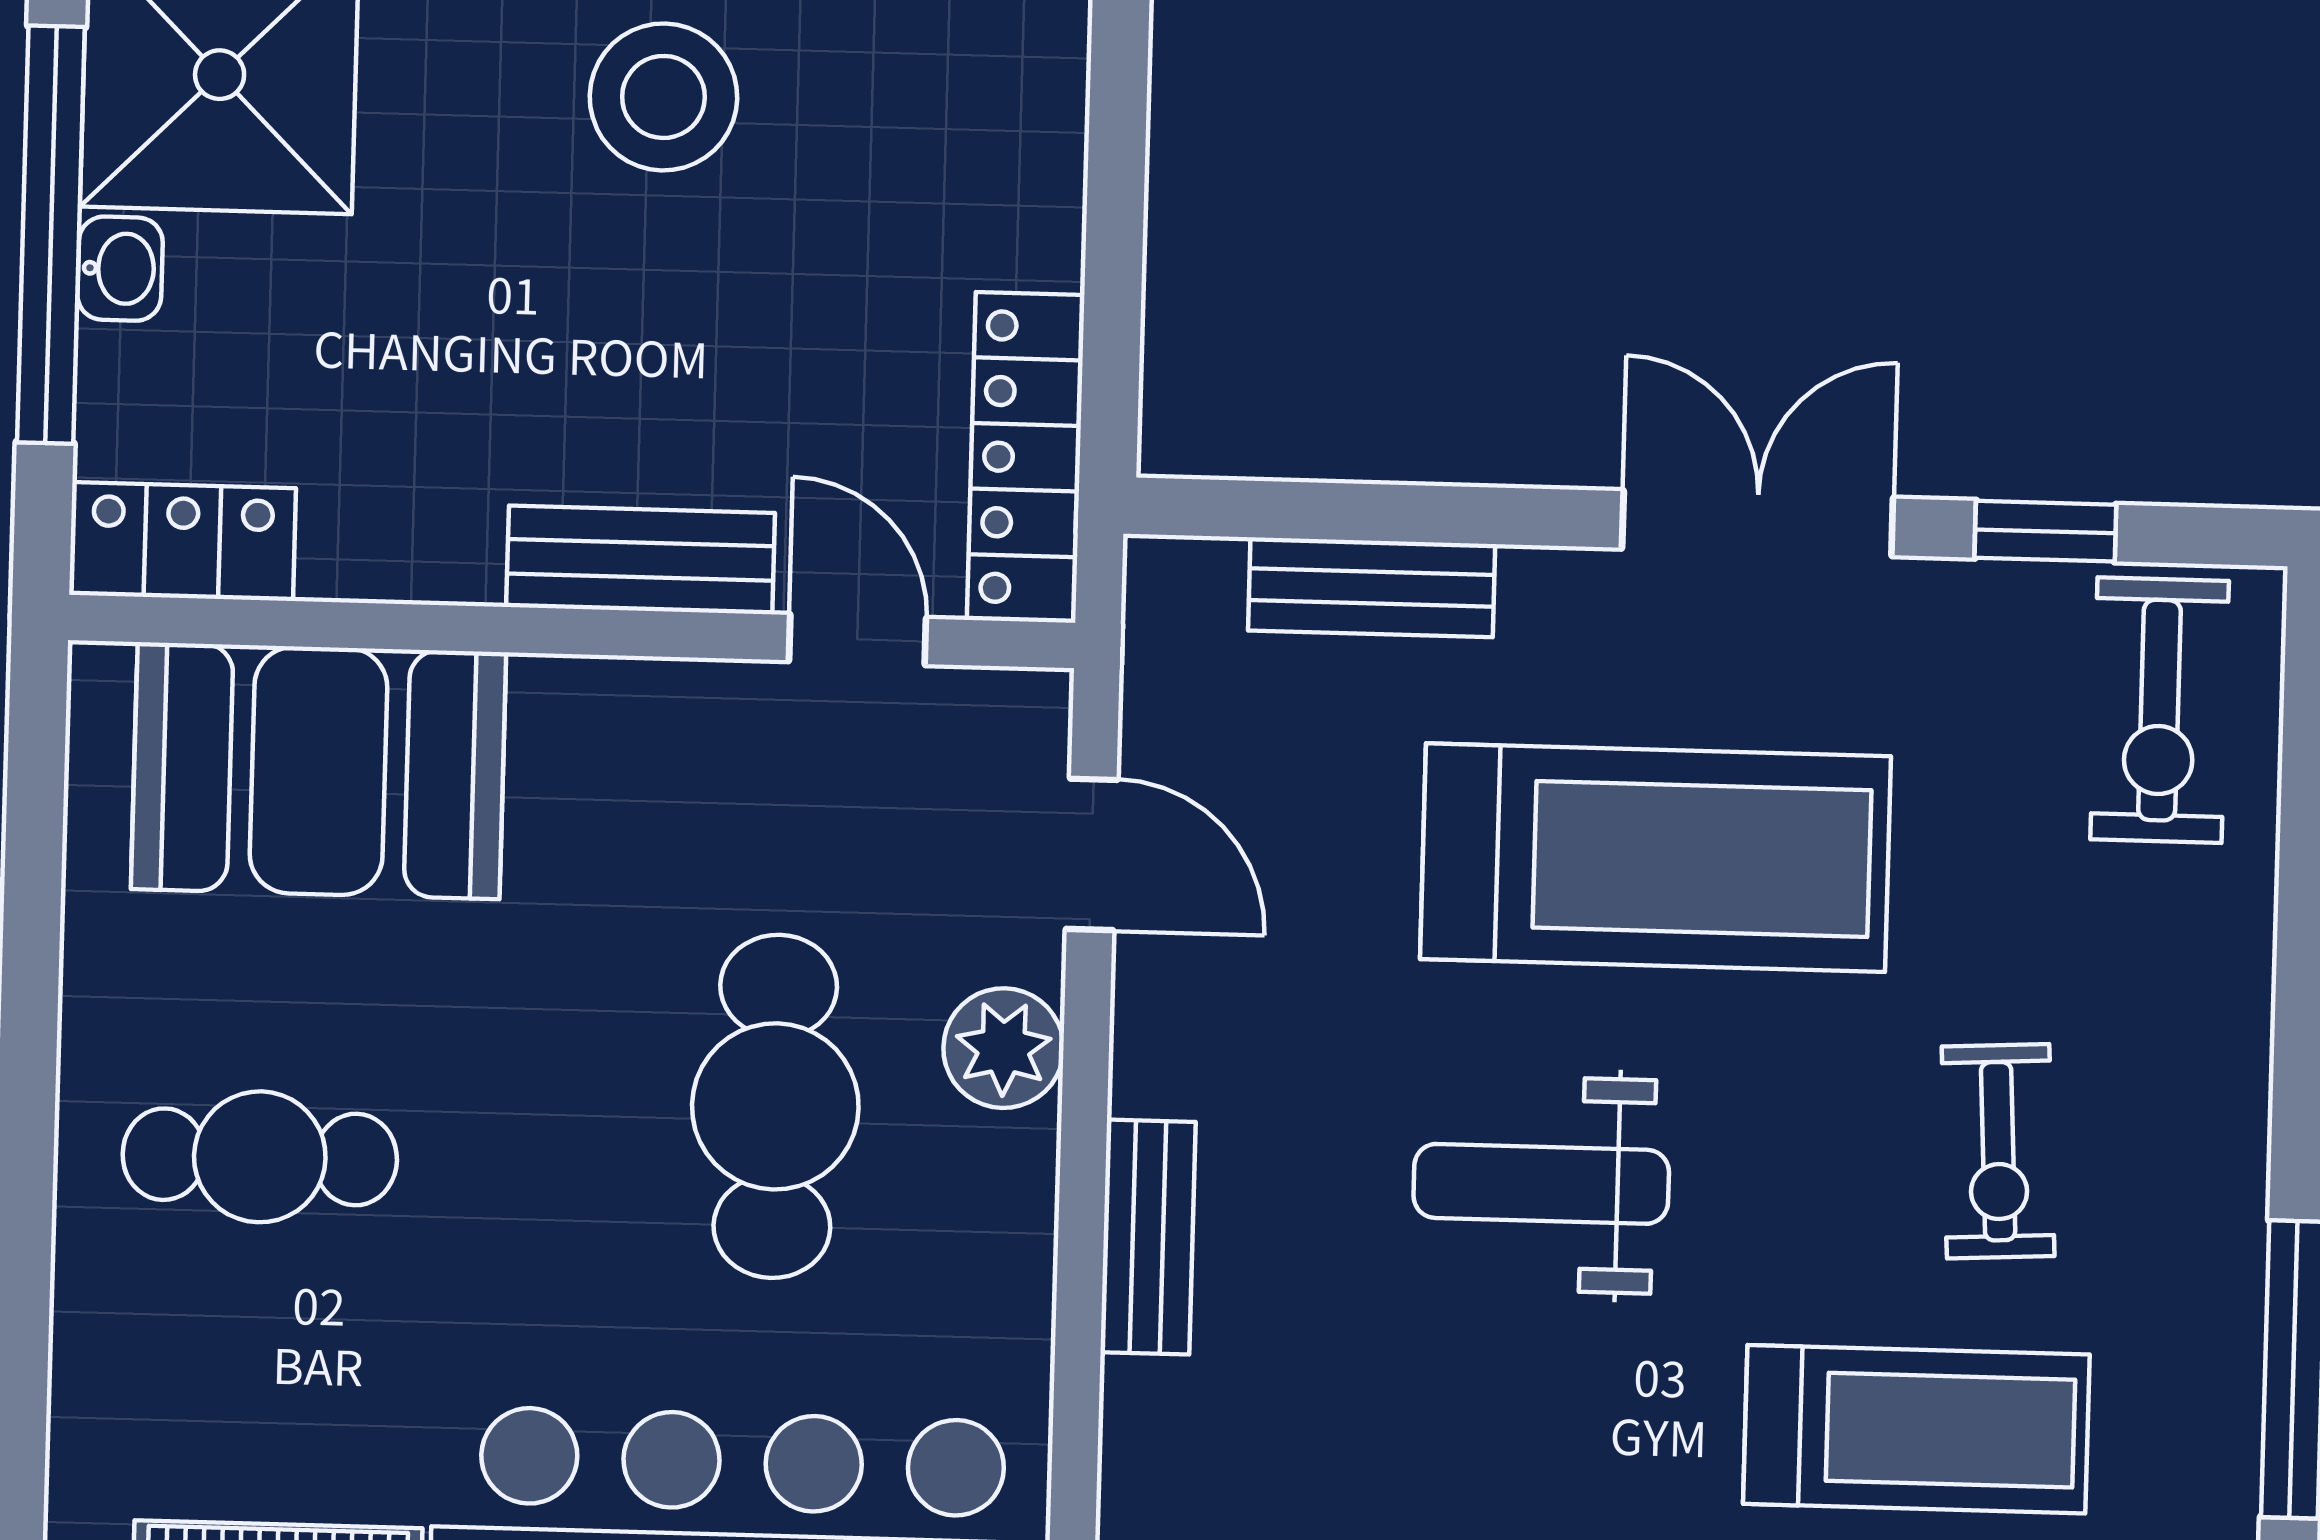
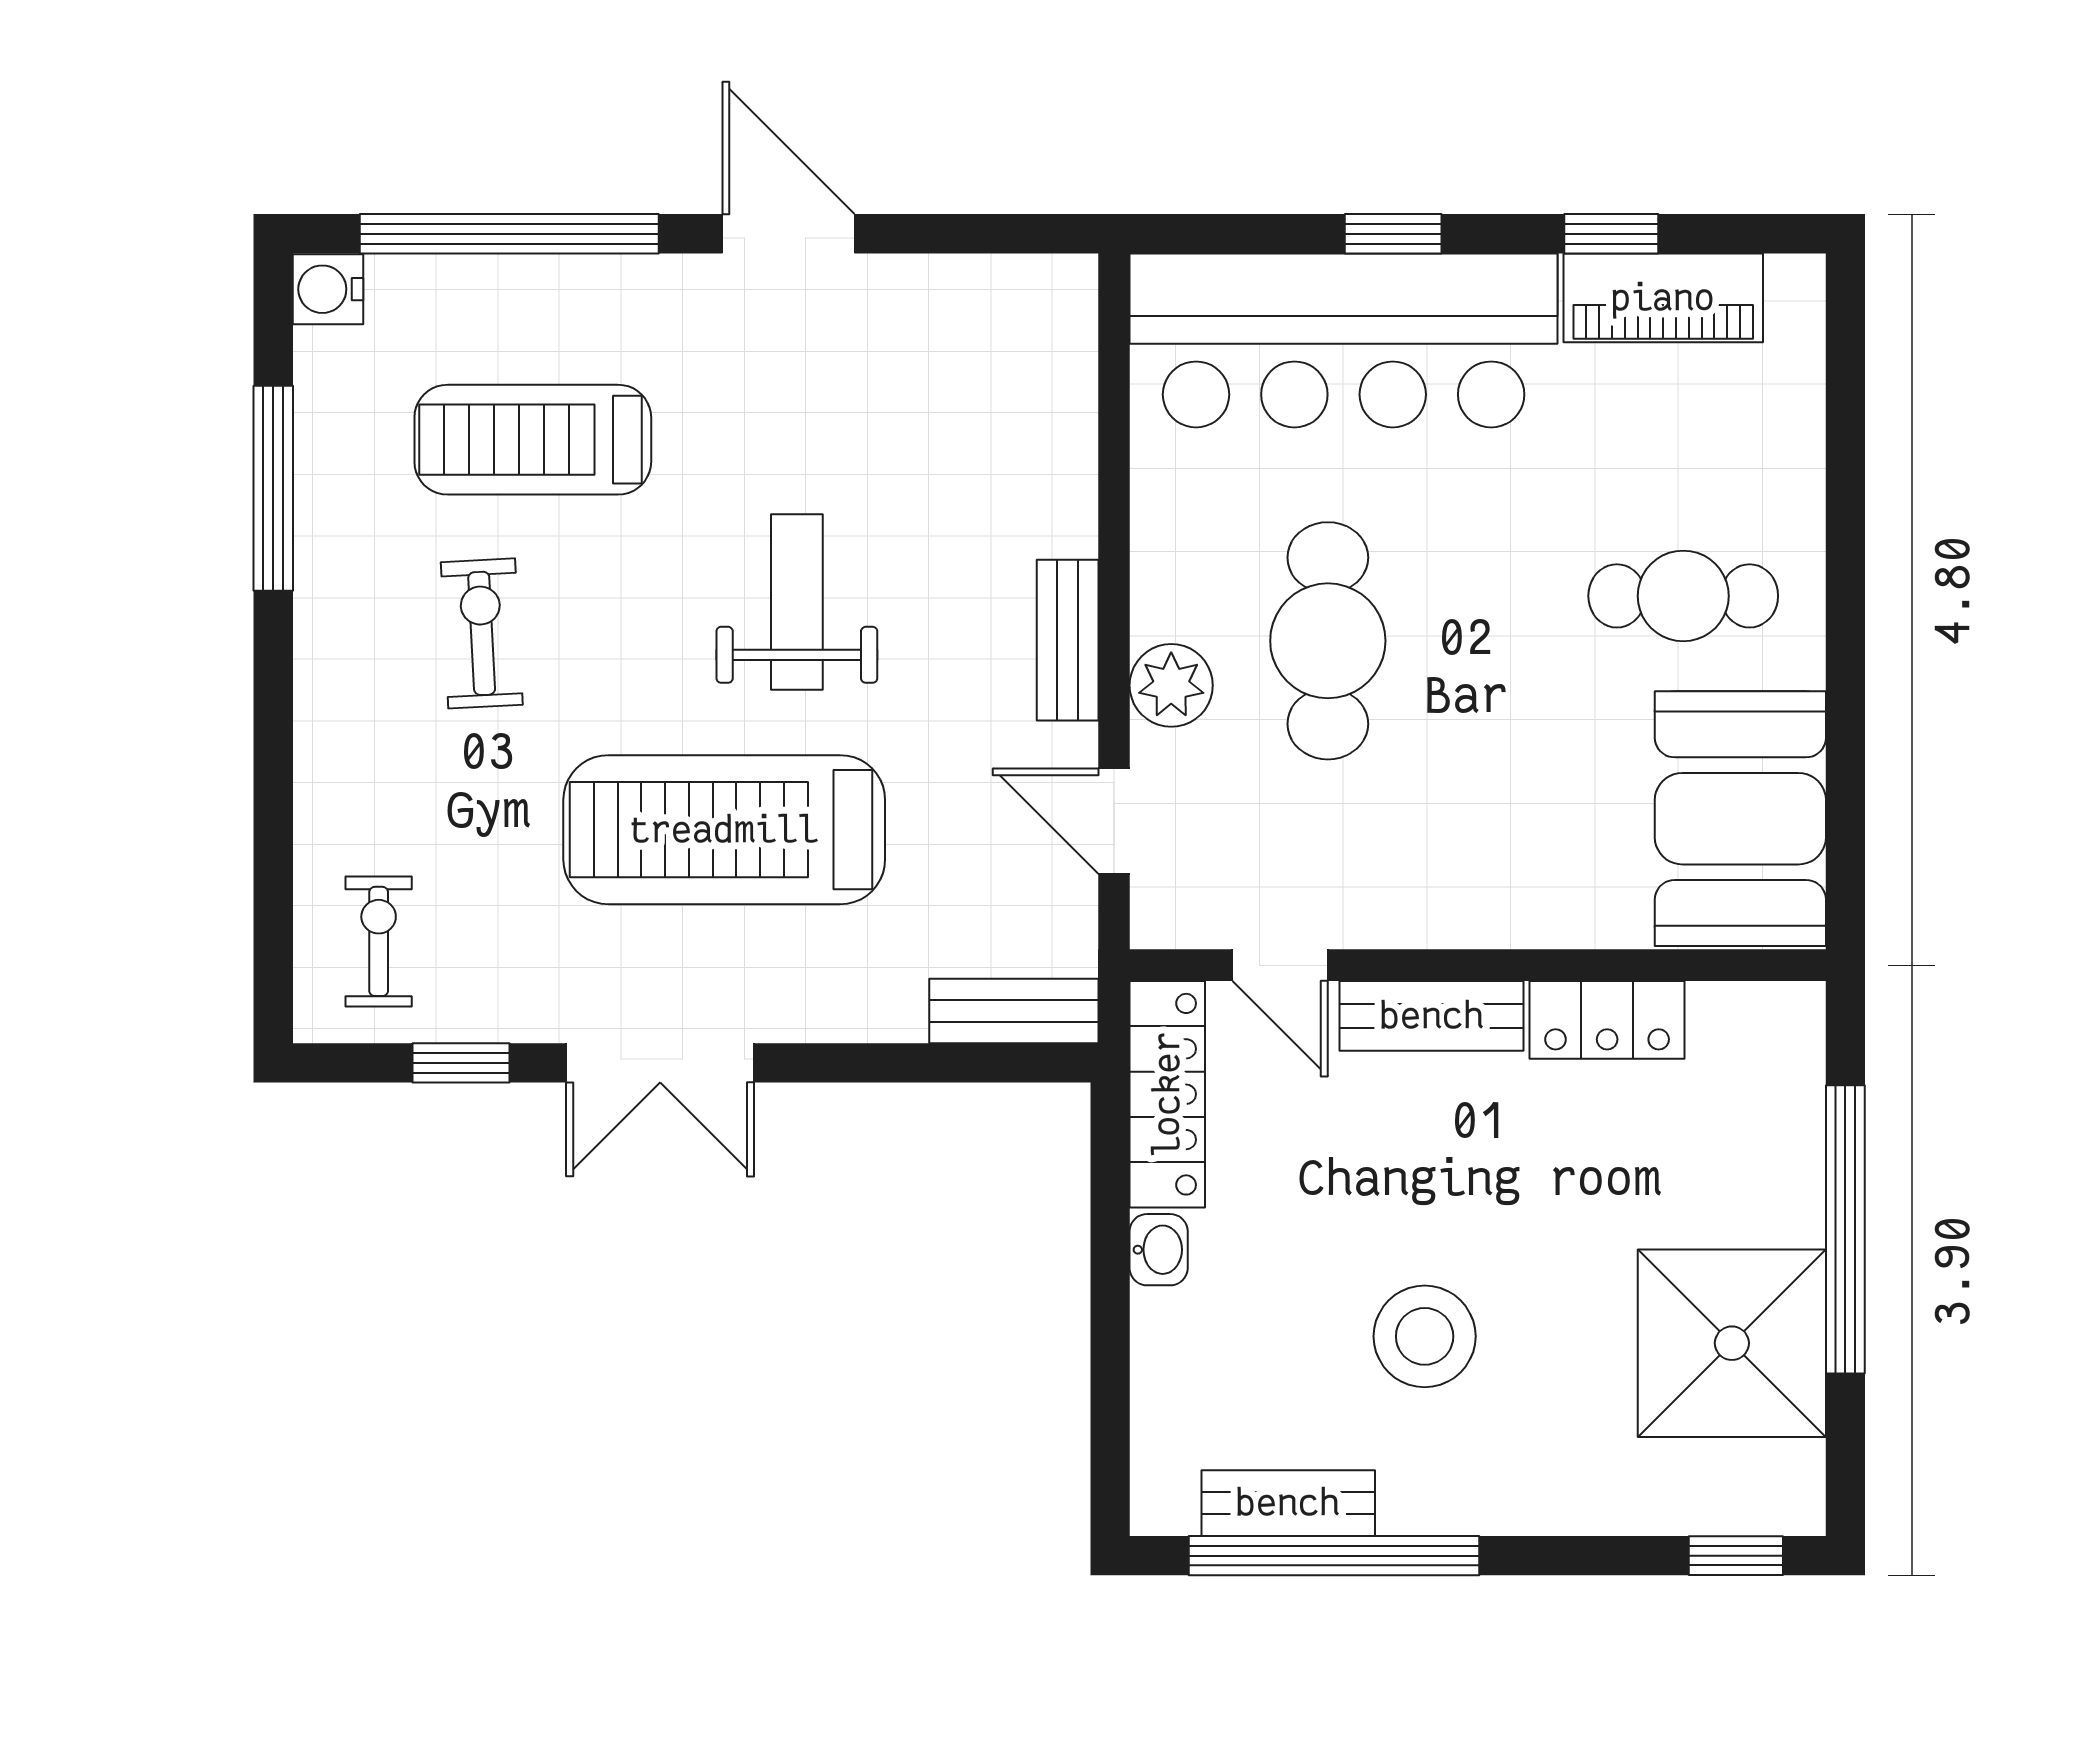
washbasin: (120, 269) -> (1159, 1250), moved, turned 180
locker: (183, 541) -> (1607, 1020), moved
bench: (1372, 587) -> (1014, 1011), moved
exercise bike: (2160, 710) -> (379, 941), width x0.73, depth x0.72
booth: (319, 771) -> (1740, 819), moved, turned 90
weight bench: (1541, 1184) -> (797, 602), turned -90
bench: (1148, 1237) -> (1068, 640), moved

